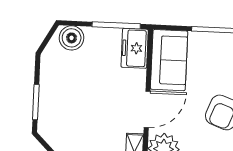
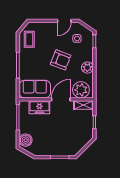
freezer: (135, 48) -> (39, 107), moved
door: (147, 109) -> (61, 99), hinge flipped

